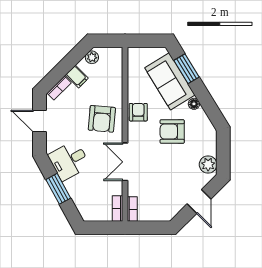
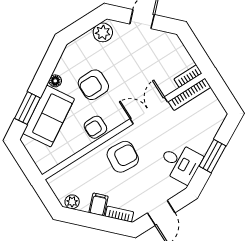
armchair: (172, 131) -> (93, 85), turned 90
double door: (125, 162) -> (149, 110), swing flipped
bookcase: (117, 208) -> (189, 94), width x1.56

